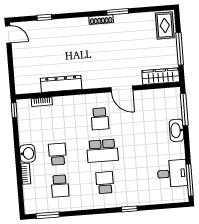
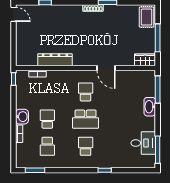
wardrobe: (161, 76) -> (145, 60), width x0.67
school desk: (100, 119) -> (86, 92), turned 180

